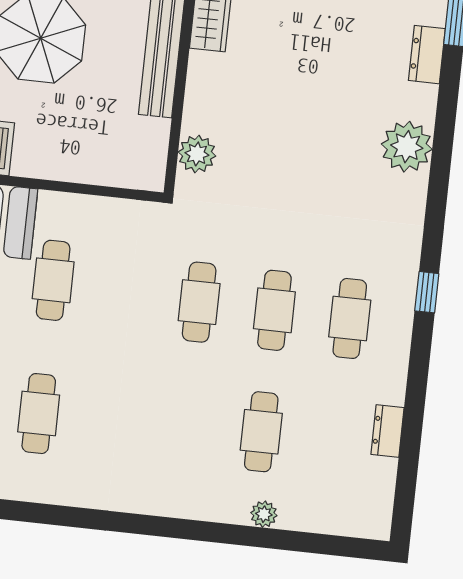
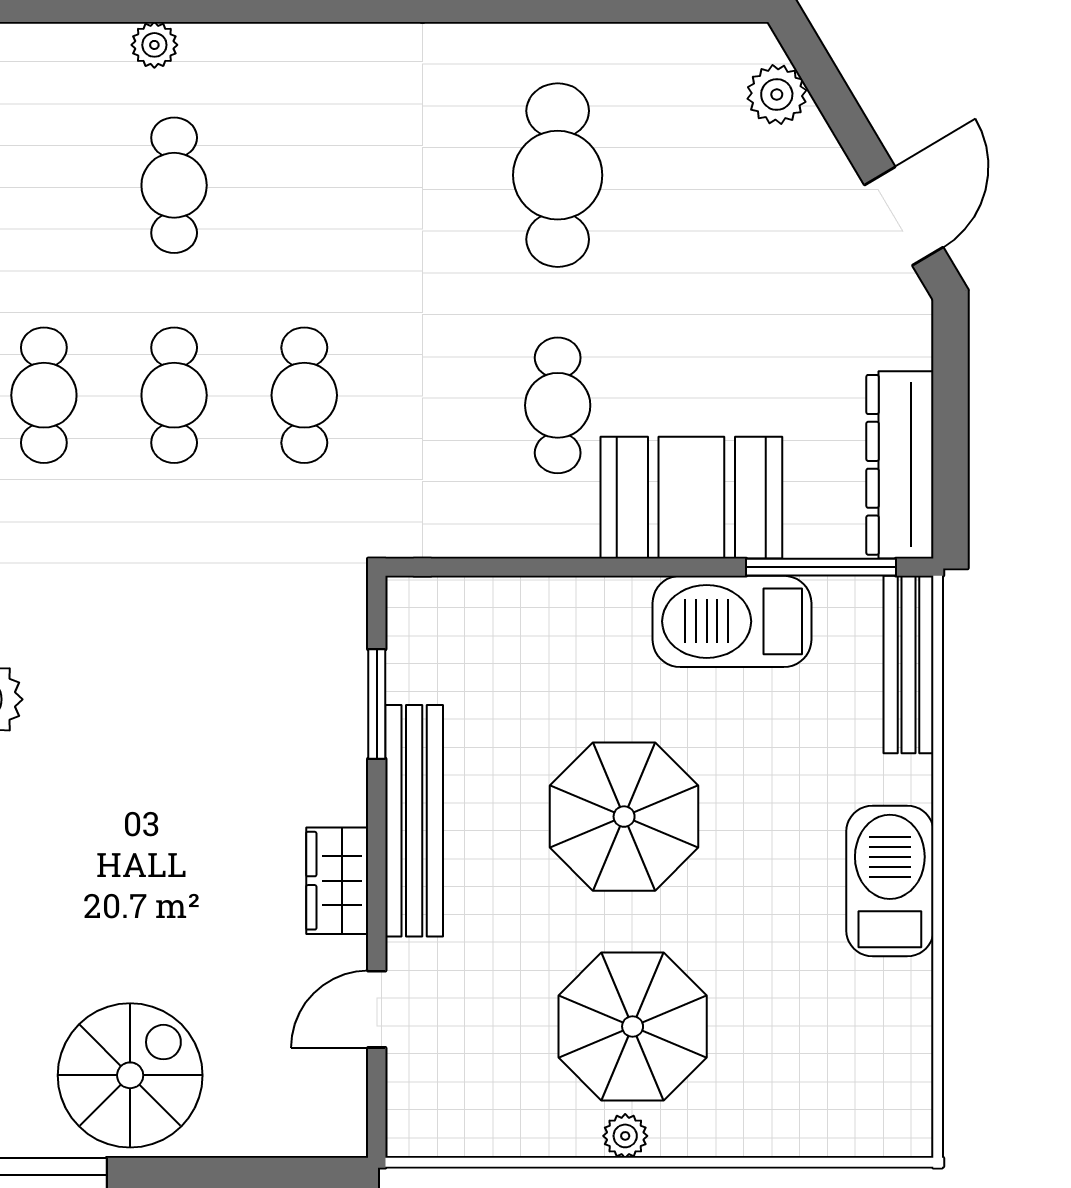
window: (177, 119) -> (377, 704), added
plant: (197, 154) -> (335, 648), removed
cafe table: (39, 414) -> (558, 175), width x1.37, depth x1.35

